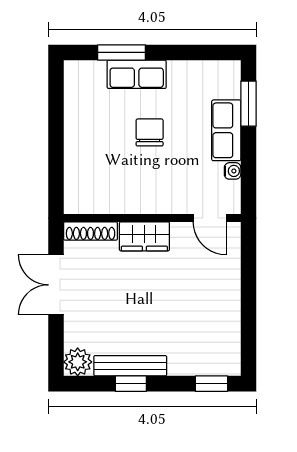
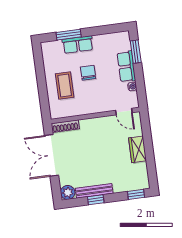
coffee table: (100, 151) -> (65, 85), added
wardrobe: (144, 236) -> (138, 149), moved, turned 90
double door: (56, 285) -> (52, 155), width x1.37

